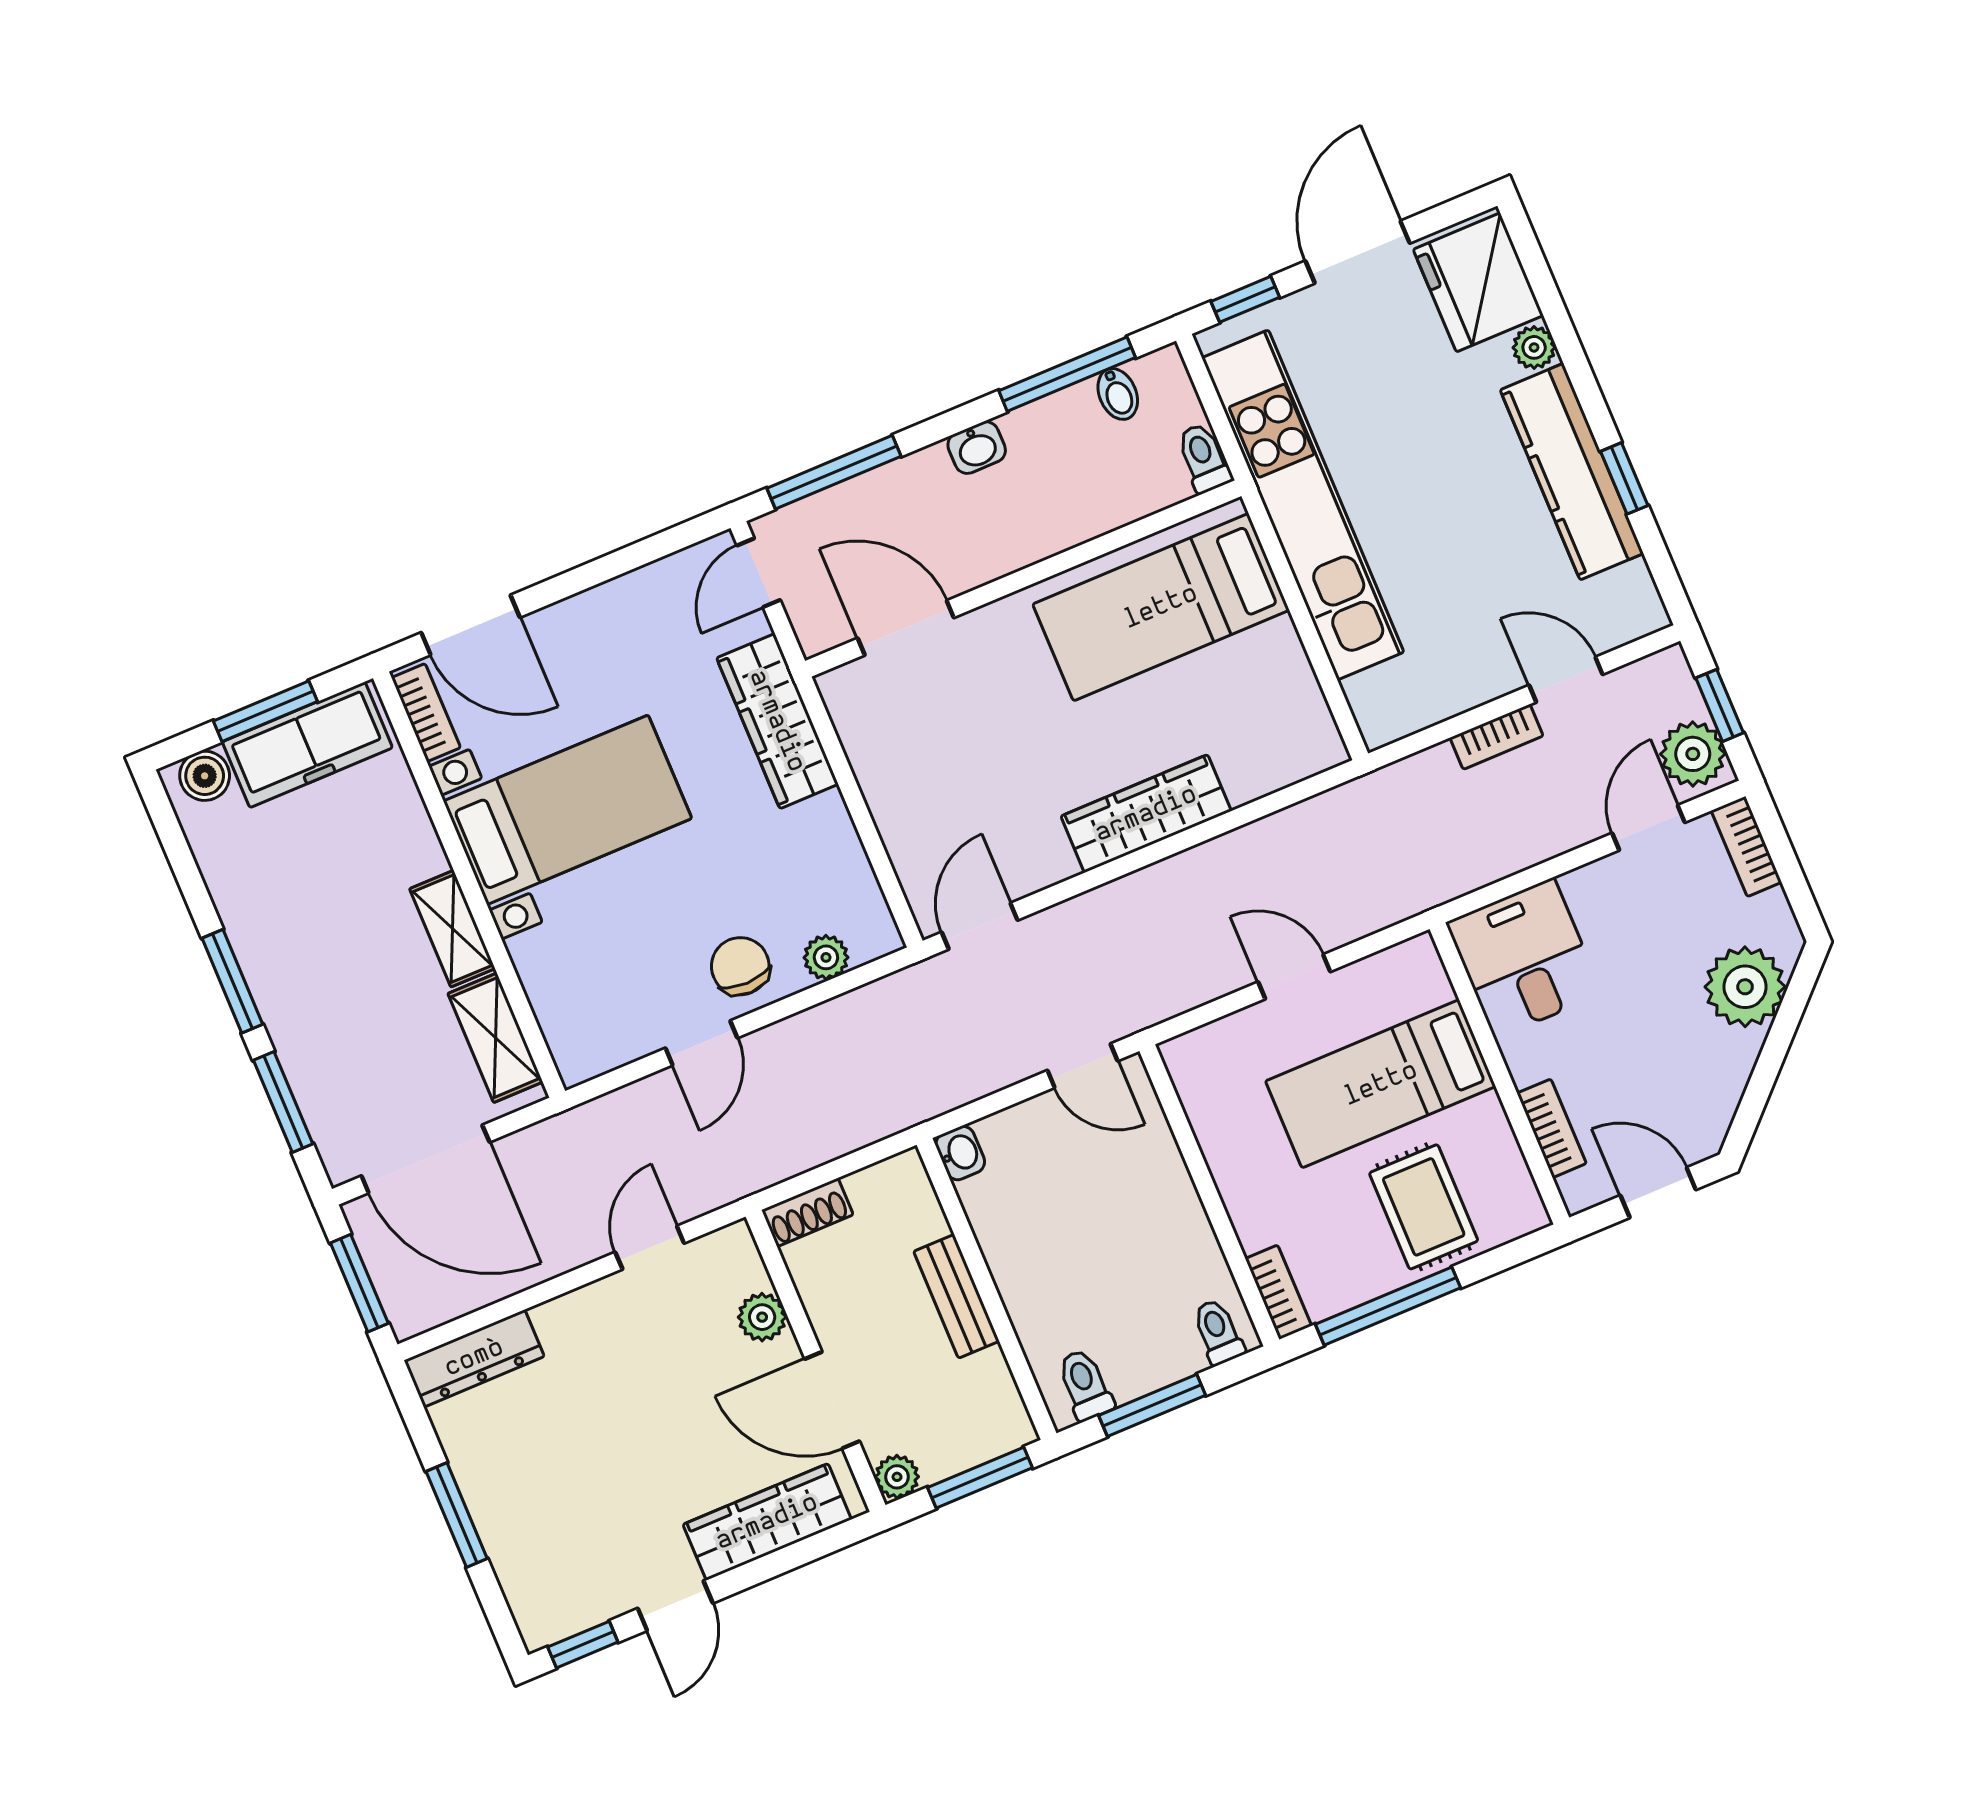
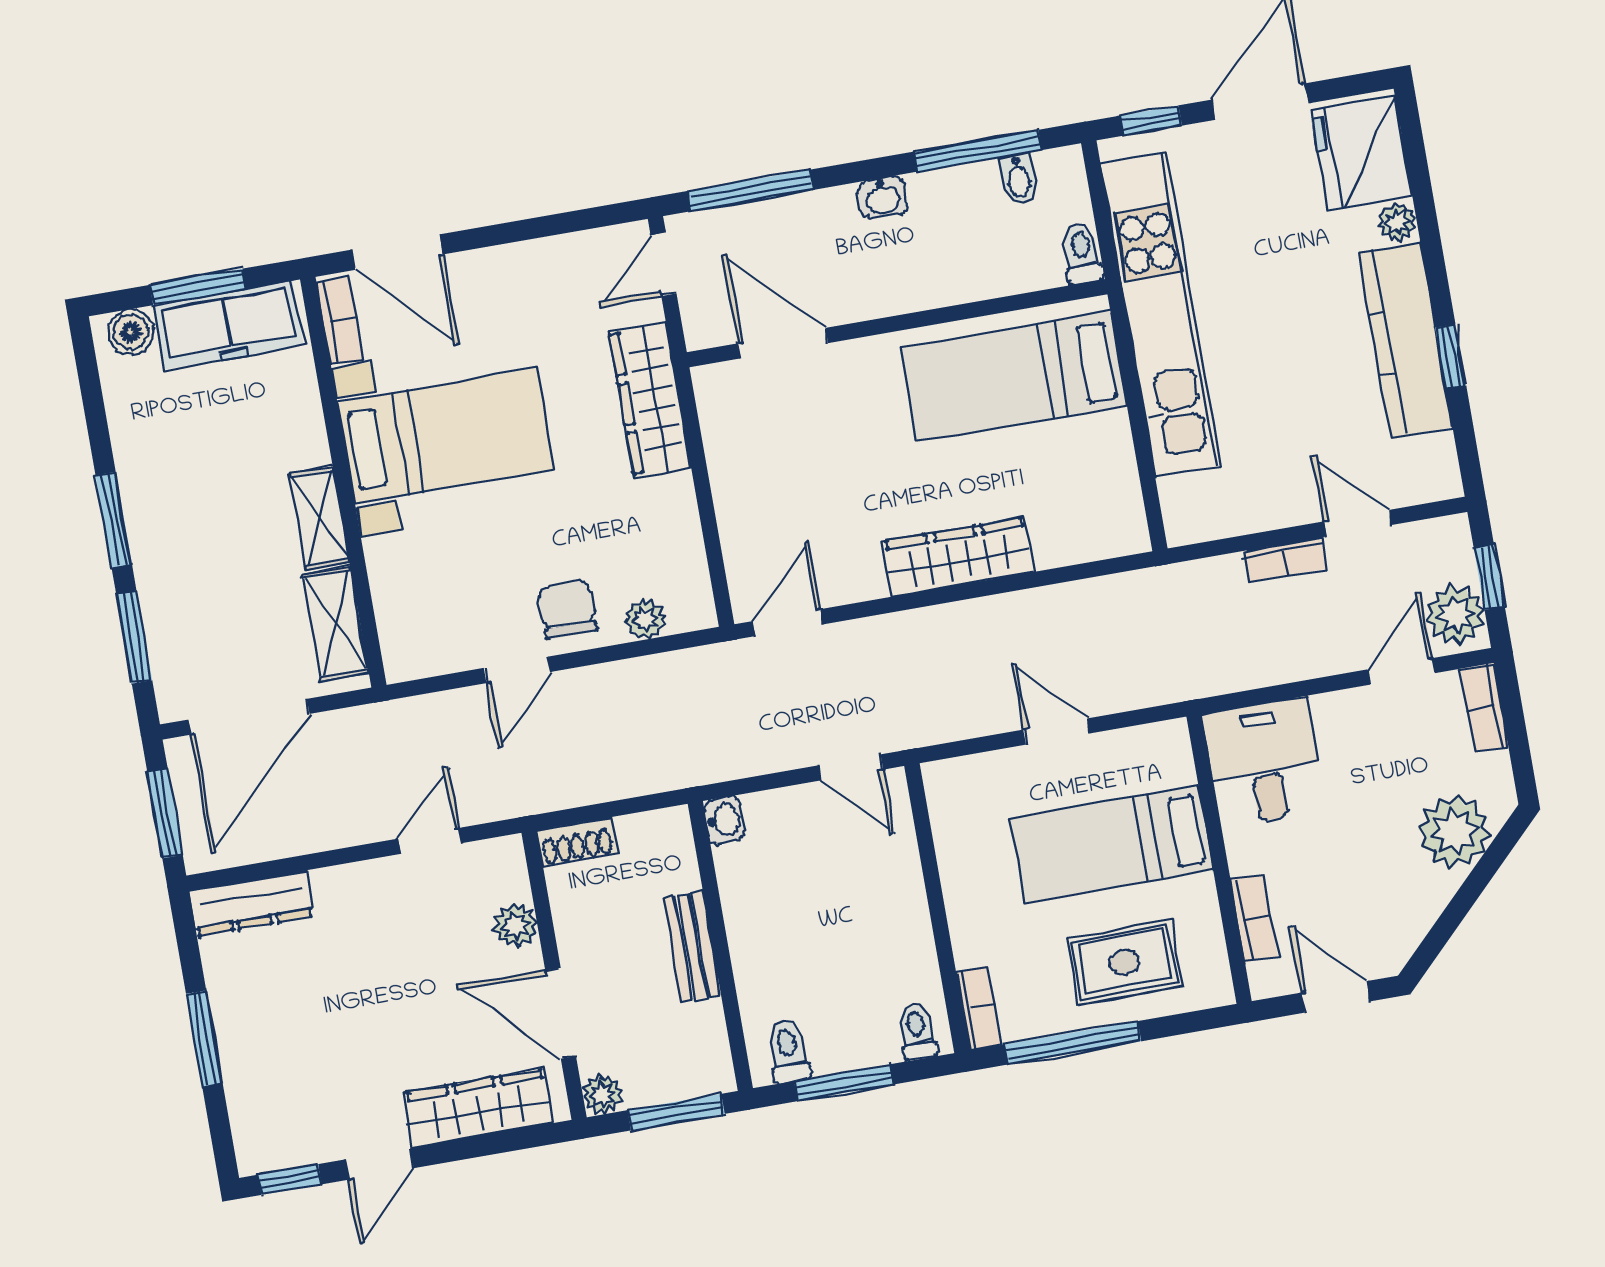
door: (425, 1159) -> (249, 717), hinge flipped
rug: (1424, 1207) -> (1125, 962), turned 90

